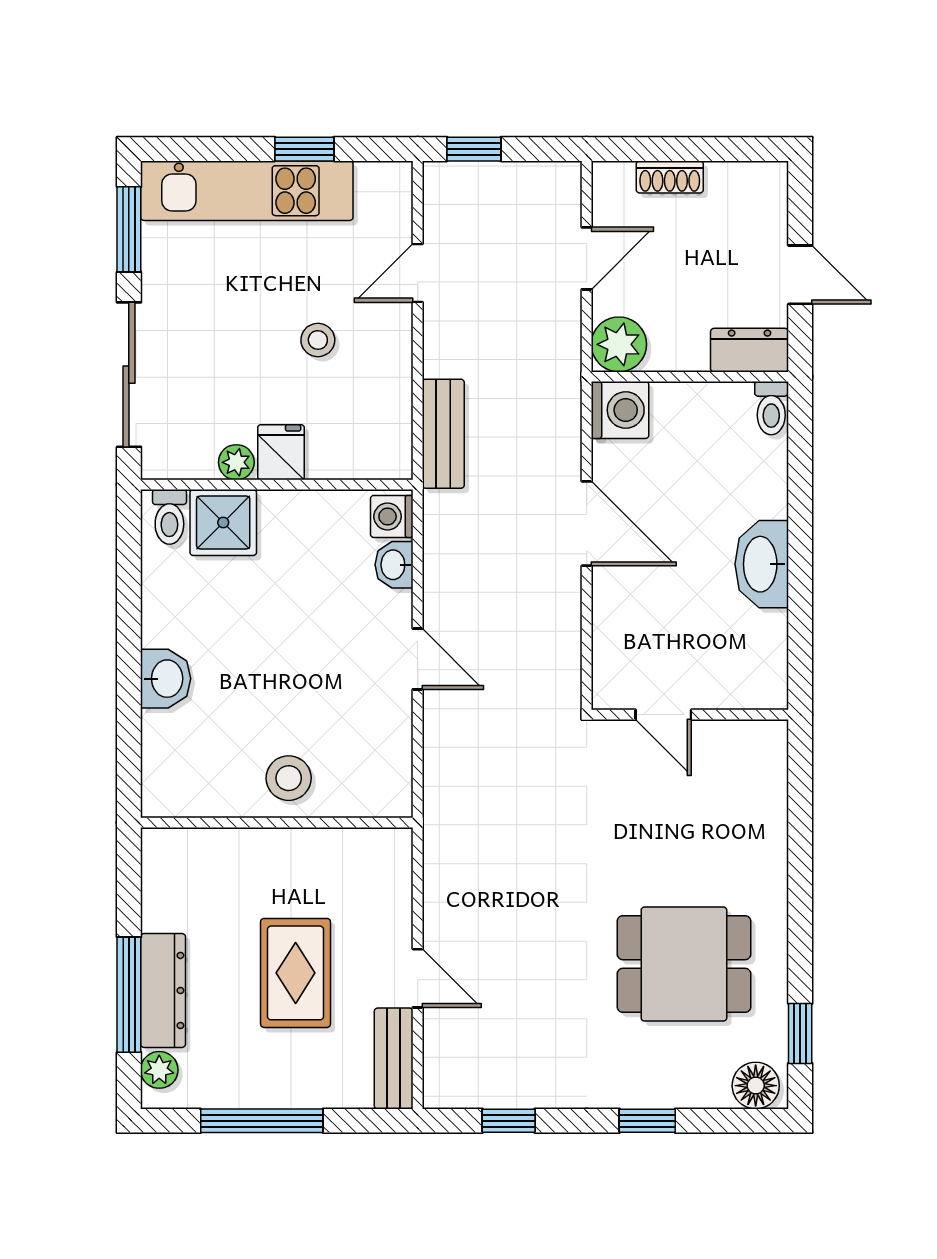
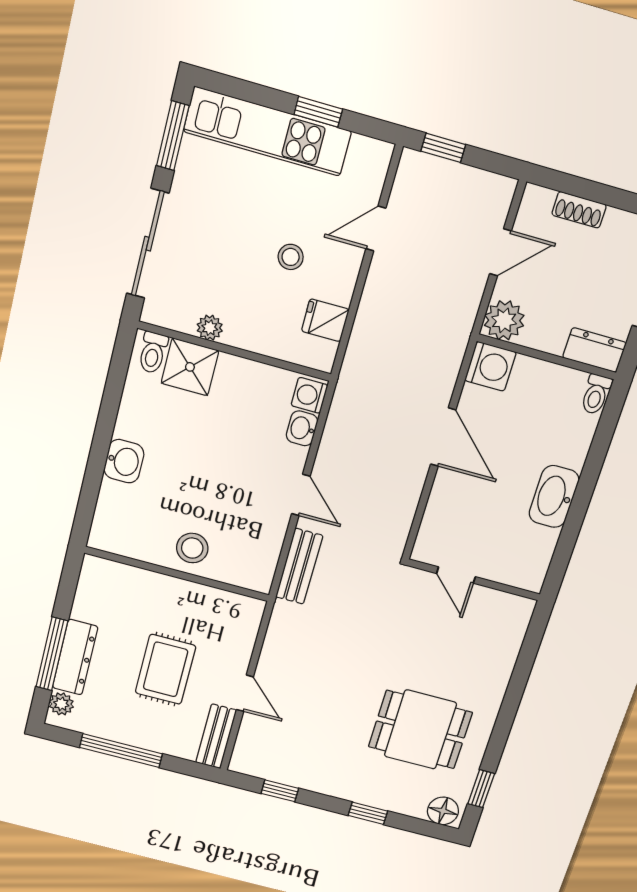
bench: (443, 434) -> (299, 566), moved
fridge: (281, 452) -> (325, 320), moved, turned -90

